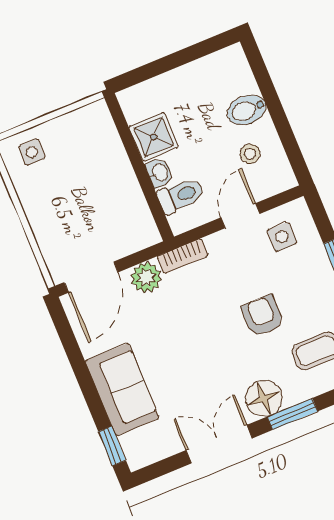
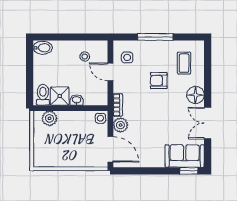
bidet: (247, 110) -> (43, 48), moved, turned -90
plant: (102, 135) -> (49, 118), added
side table: (32, 152) -> (100, 118), moved
toilet: (181, 196) -> (43, 95), moved
sofa: (122, 389) -> (185, 156), moved
window: (292, 414) -> (208, 85), removed

